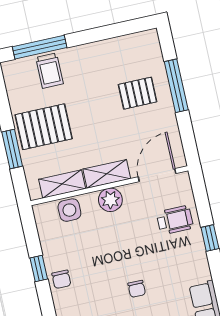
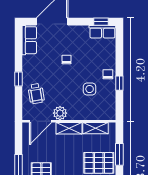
plant: (110, 200) -> (60, 113), moved
side table: (69, 210) -> (90, 89), moved
wheelchair: (175, 220) -> (36, 94), turned -99

